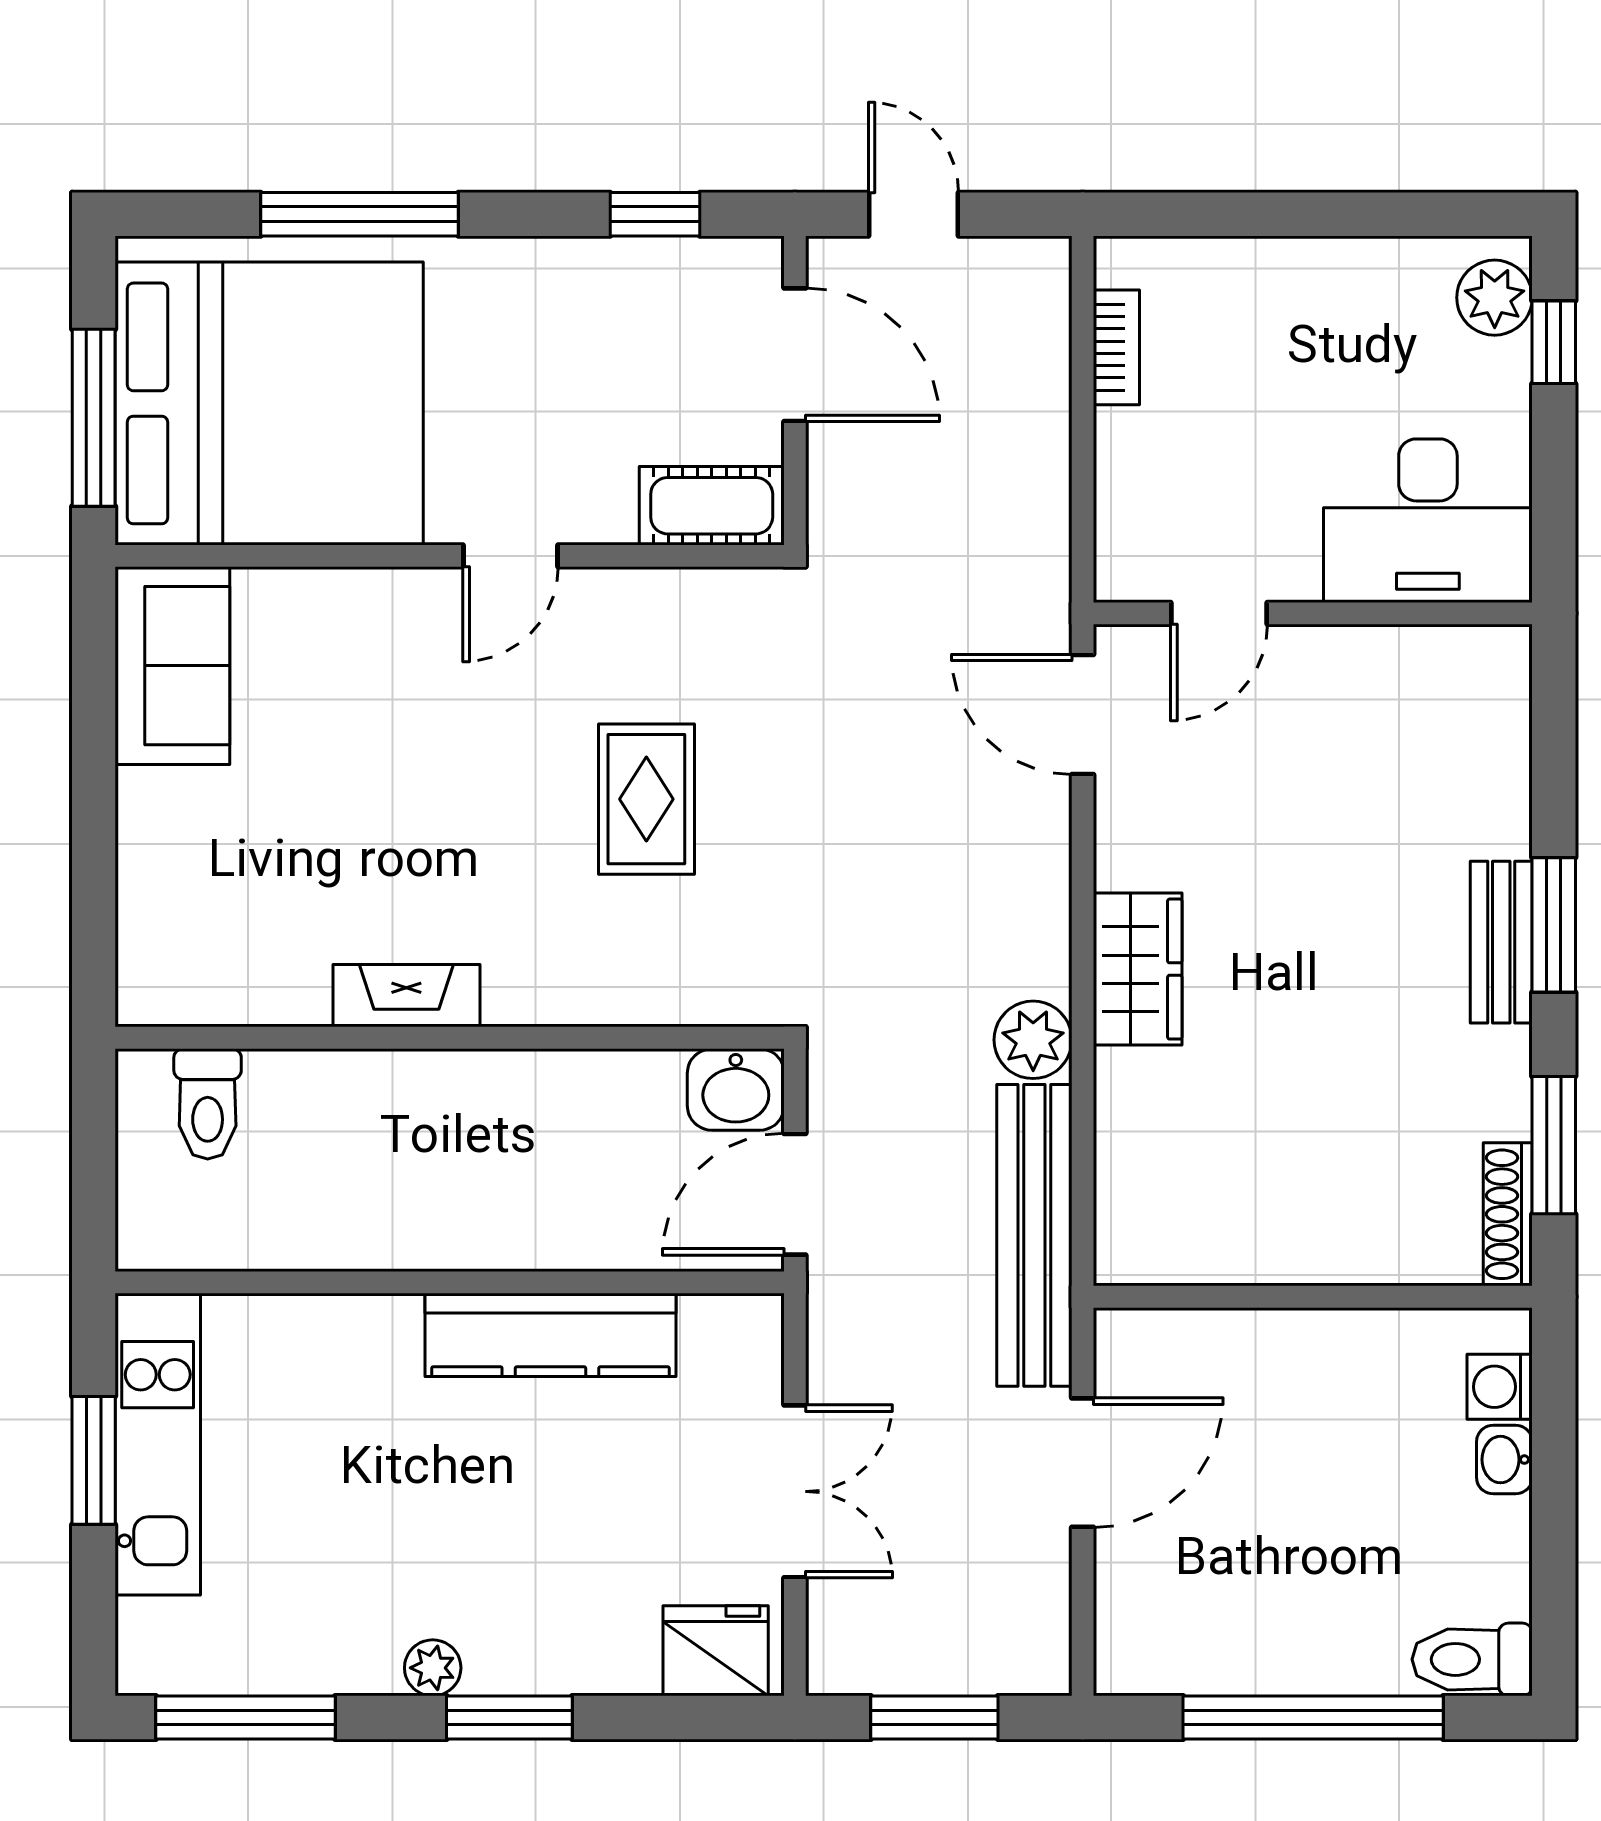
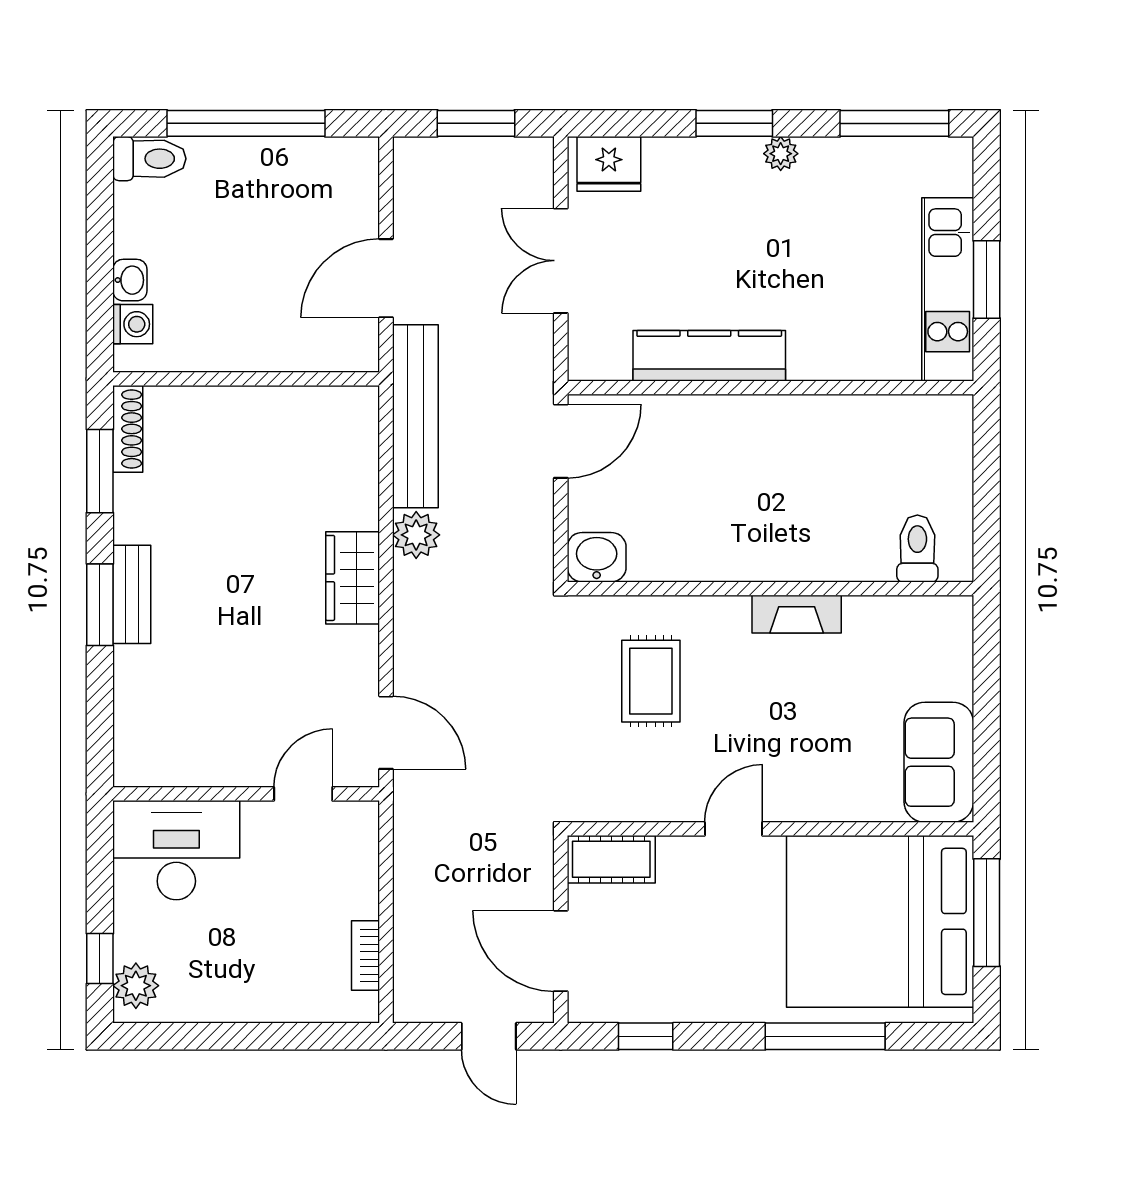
fireplace: (406, 996) -> (797, 614), moved
wall: (450, 1038) -> (770, 589), moved
washbasin: (736, 1089) -> (597, 557), moved
toilet: (208, 1104) -> (917, 548), moved

